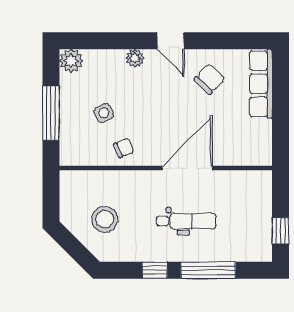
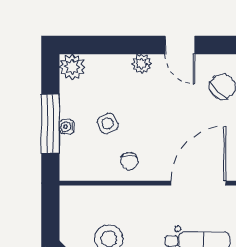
water cooler: (66, 116) -> (67, 127), added
chair: (124, 148) -> (129, 161), turned 114

